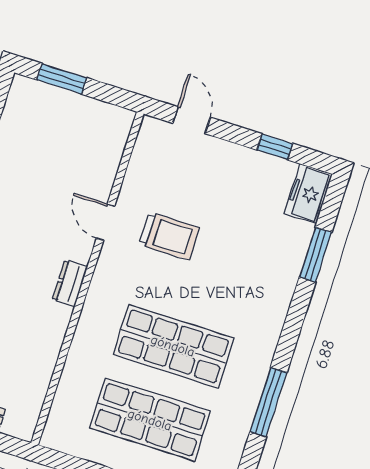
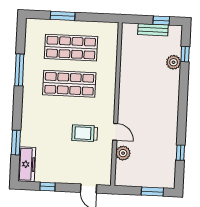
plant: (101, 174) -> (123, 153), added
freezer: (308, 194) -> (27, 164), width x1.40
dresser: (70, 283) -> (124, 100), removed

